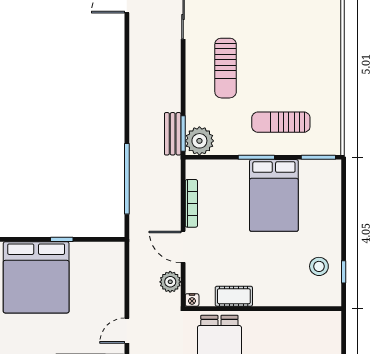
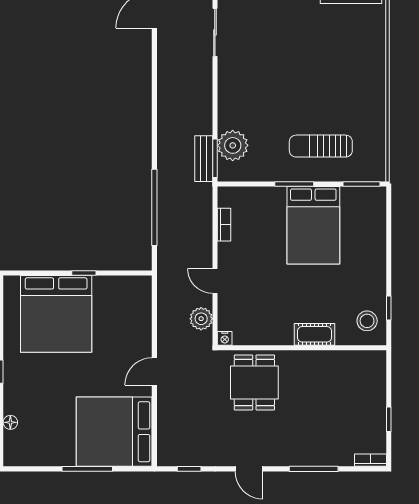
sun lounger: (226, 68) -> (261, 88), removed
plant: (199, 141) -> (233, 145), moved
bookcase: (191, 203) -> (224, 225), width x0.64
door: (183, 247) -> (215, 281), width x0.73
stool: (319, 266) -> (367, 321), moved
cot: (234, 296) -> (315, 334), moved

